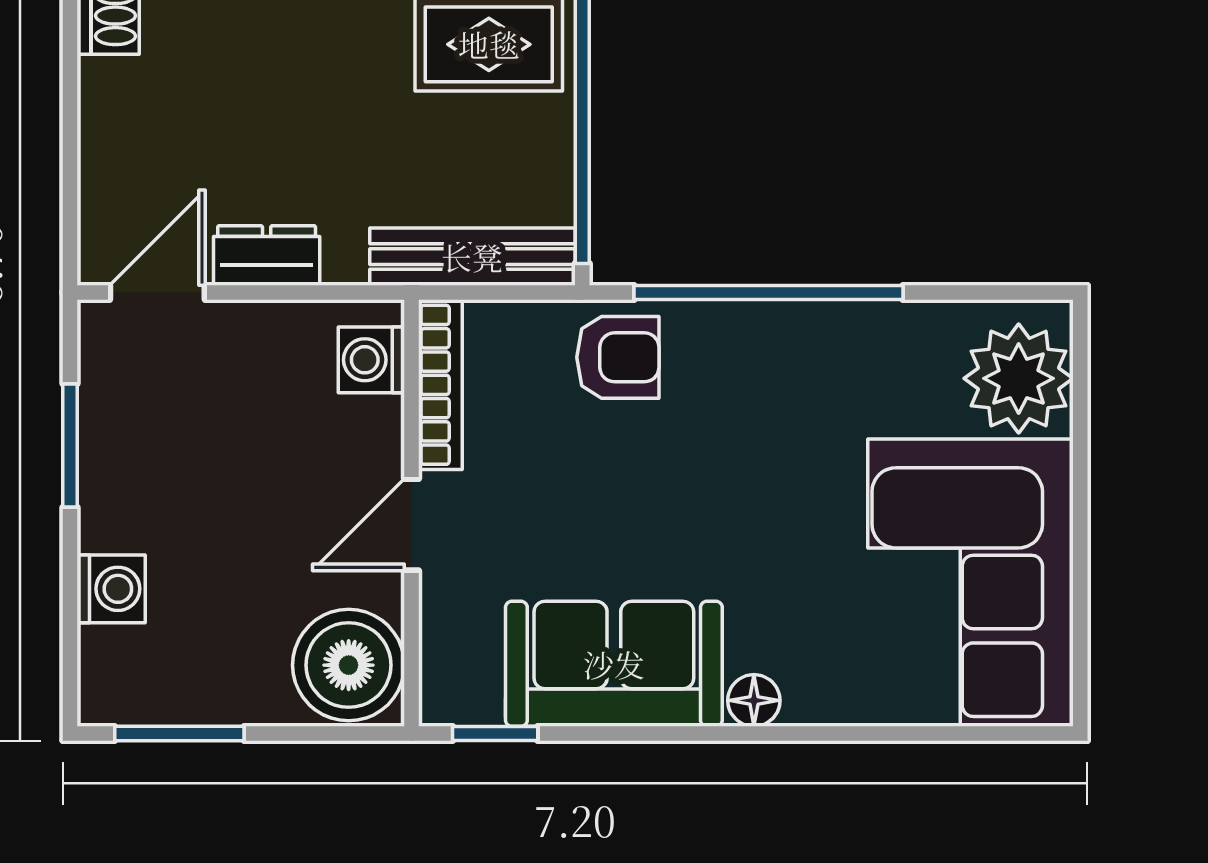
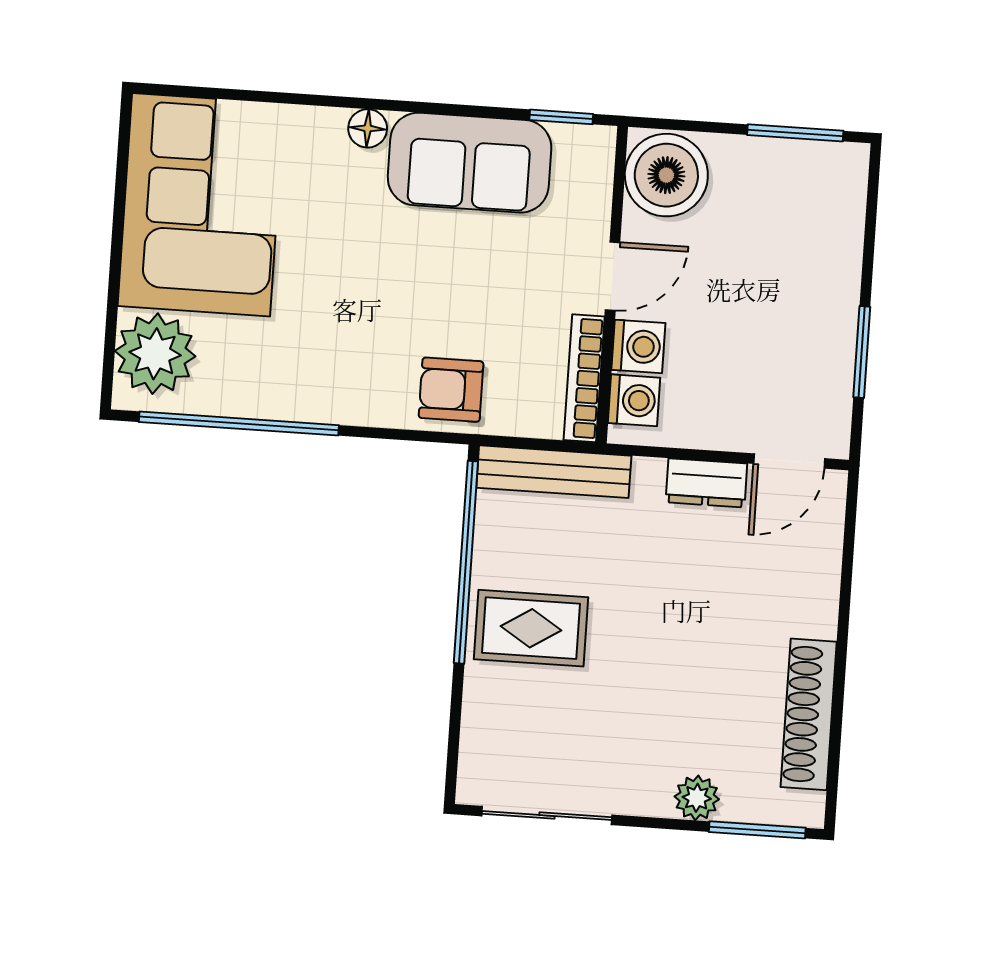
window: (768, 292) -> (239, 424), moved
washing machine: (111, 589) -> (638, 346), moved, turned 180

